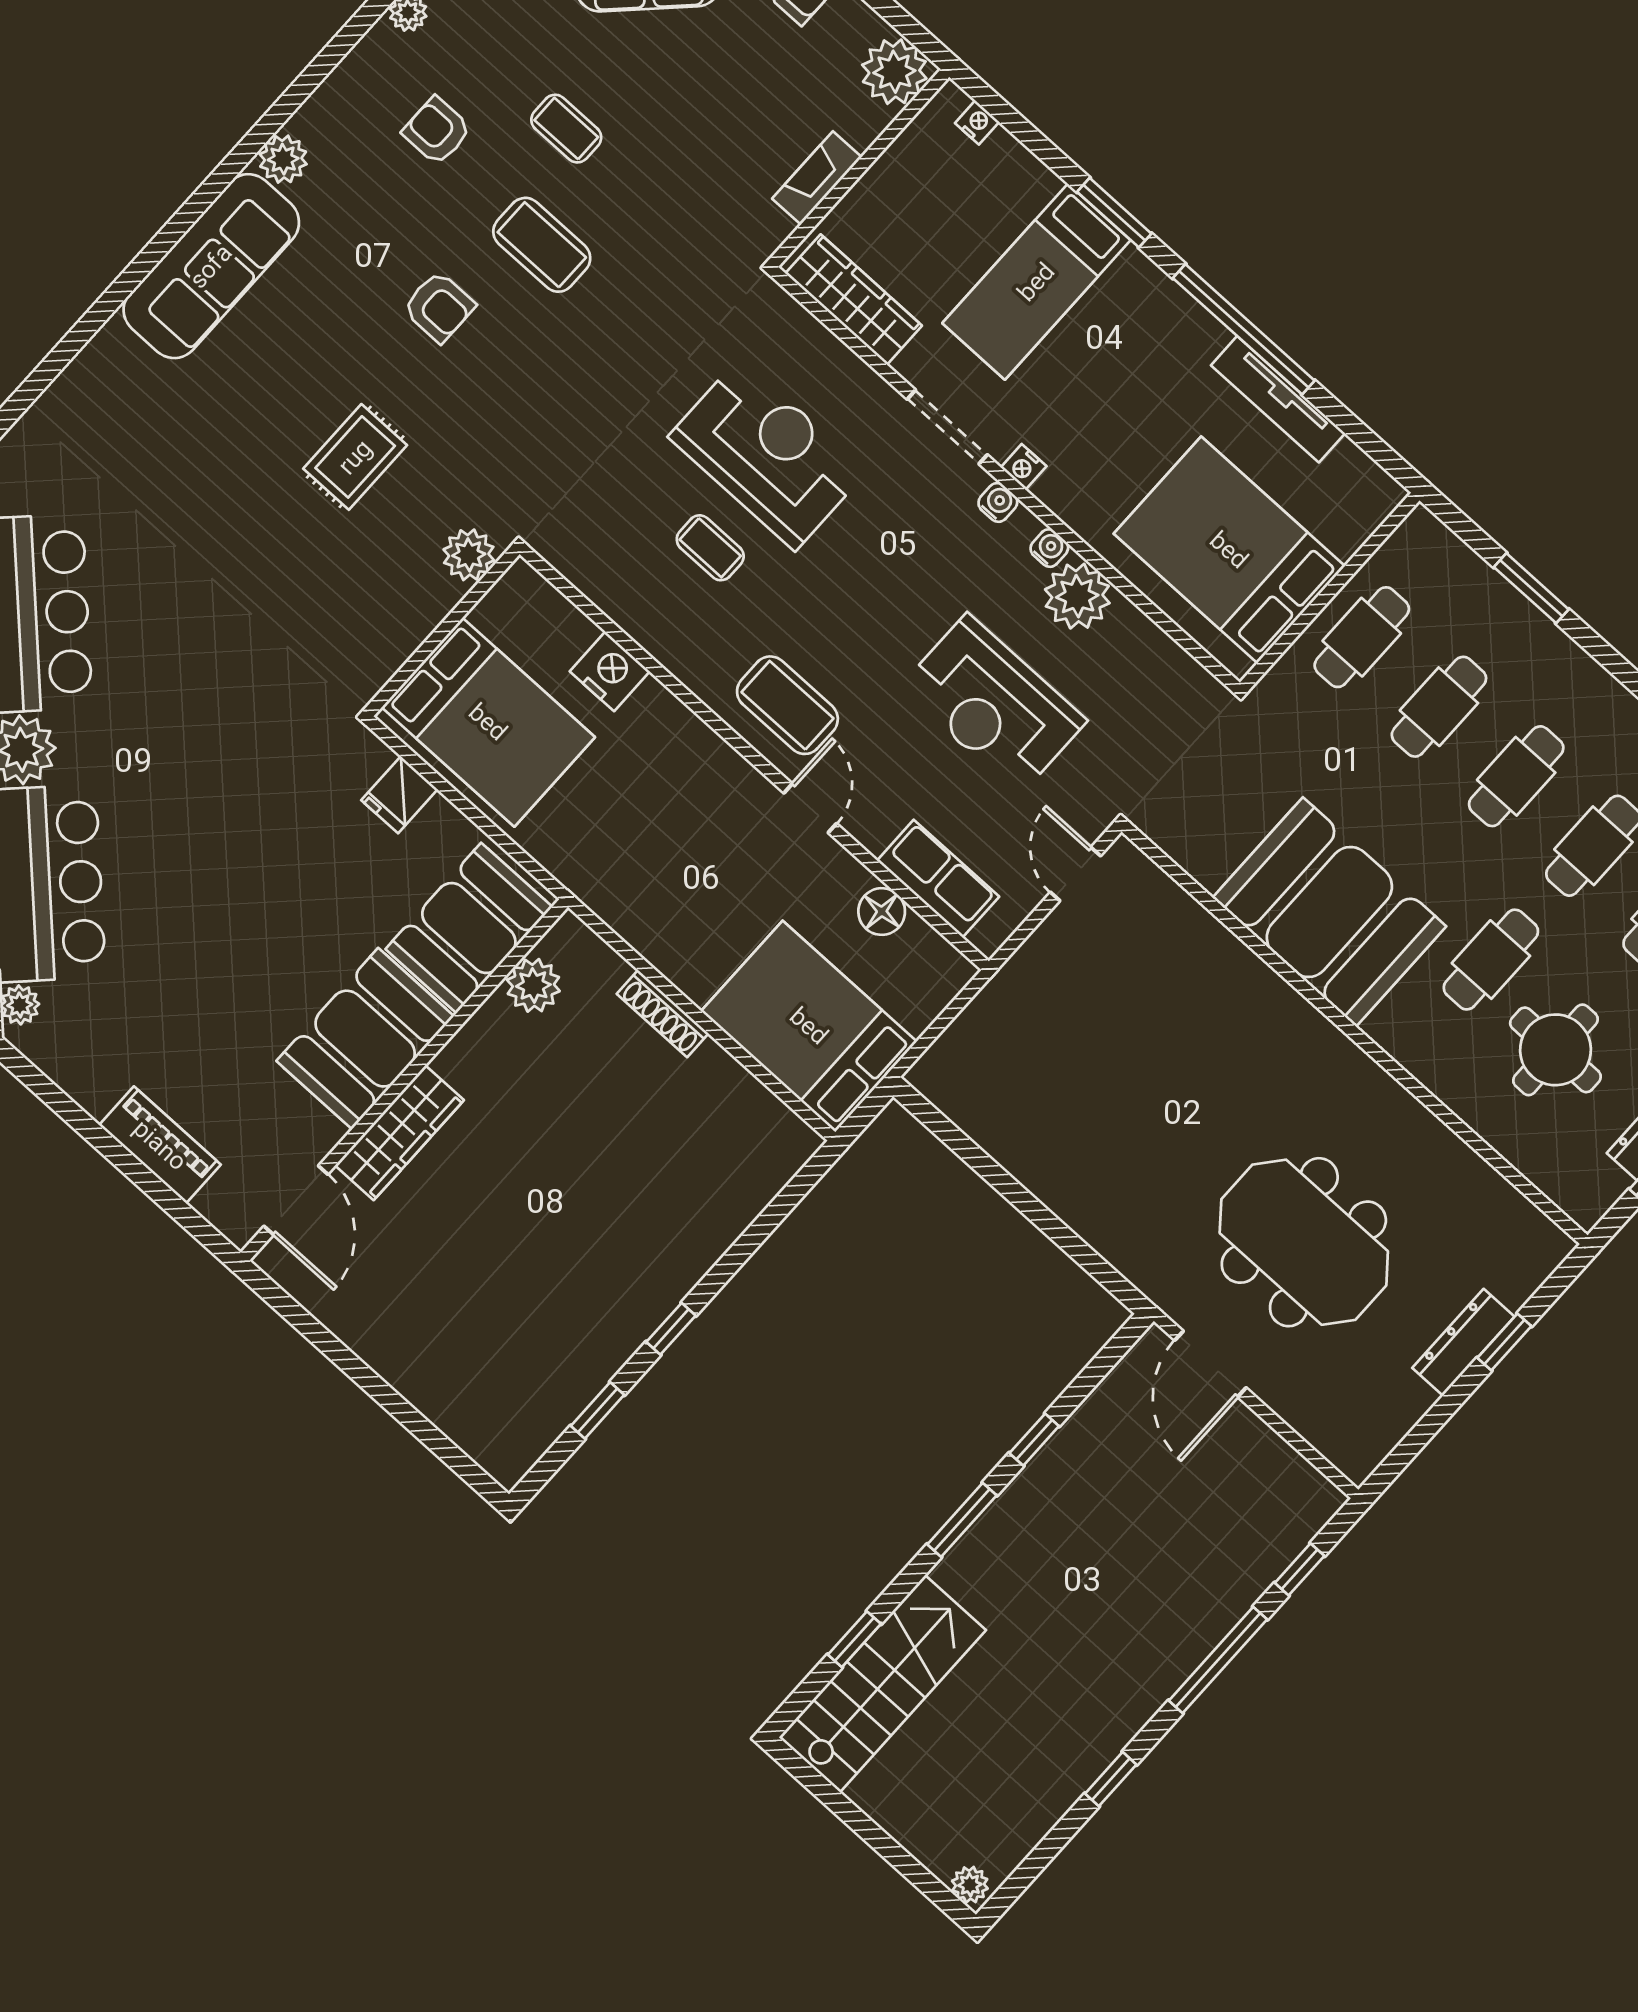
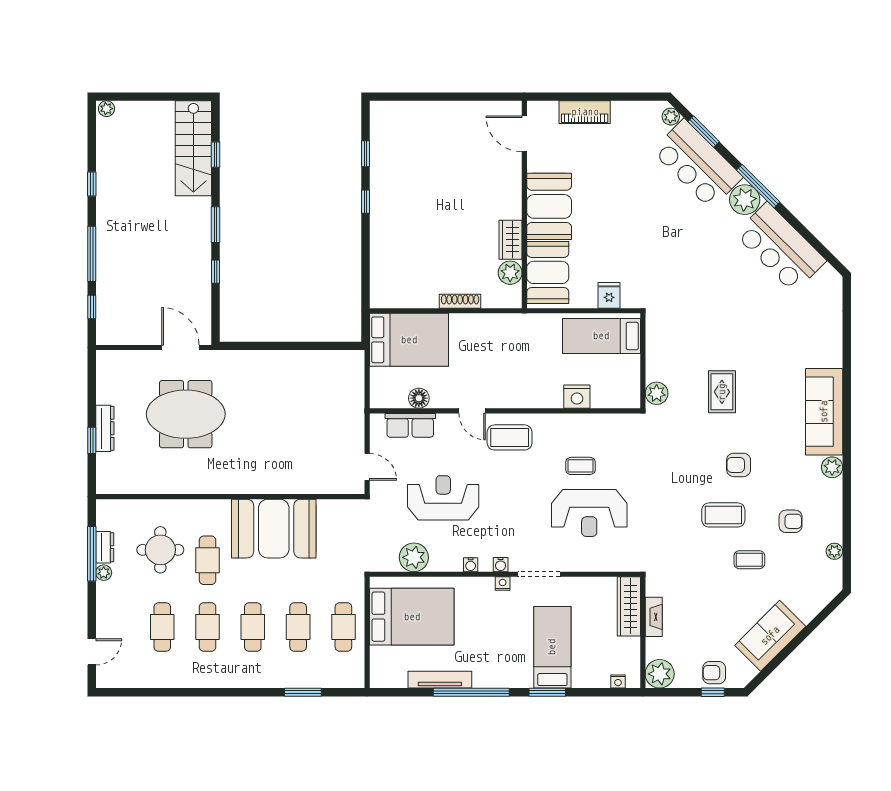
wardrobe: (854, 300) -> (629, 606), moved, turned 90
plant: (1077, 596) -> (414, 557), moved
bed: (488, 722) -> (601, 336), width x0.67
wardrobe: (399, 1133) -> (511, 240), moved, width x0.67

